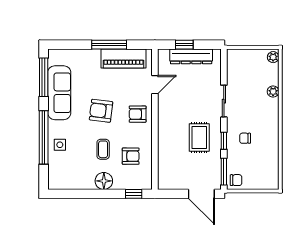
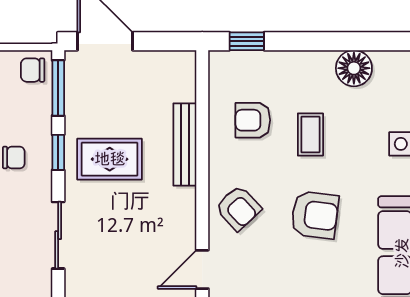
armchair: (138, 114) -> (238, 208), turned 47
rug: (199, 137) -> (110, 159), turned 90
bench: (163, 144) -> (185, 145), added
floor lamp: (104, 181) -> (354, 68), moved

